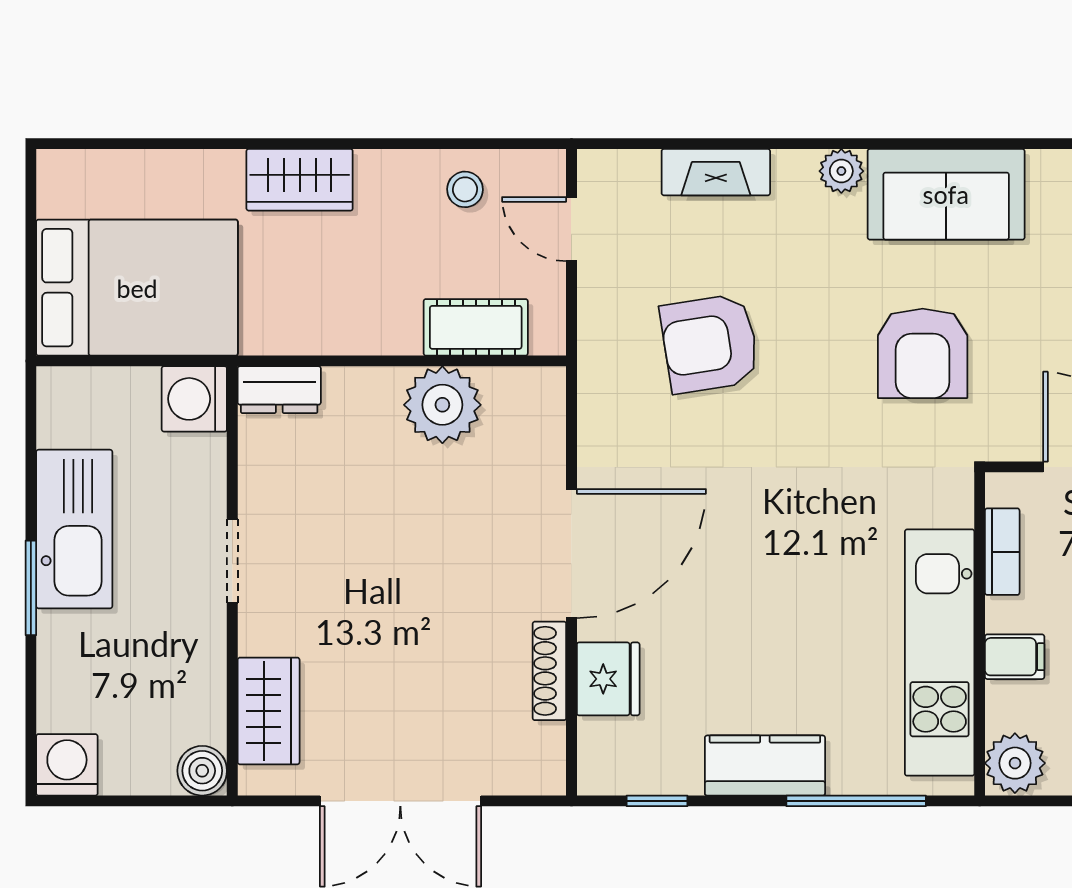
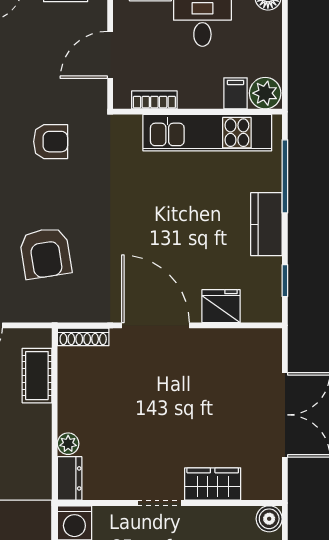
armchair: (923, 353) -> (51, 142), width x0.72, depth x0.72
plant: (442, 405) -> (68, 444), moved, width x0.53, depth x0.53
filing cabinet: (1015, 657) -> (236, 93), moved
shoe rack: (549, 671) -> (83, 337), moved
wardrobe: (269, 711) -> (213, 484), moved

